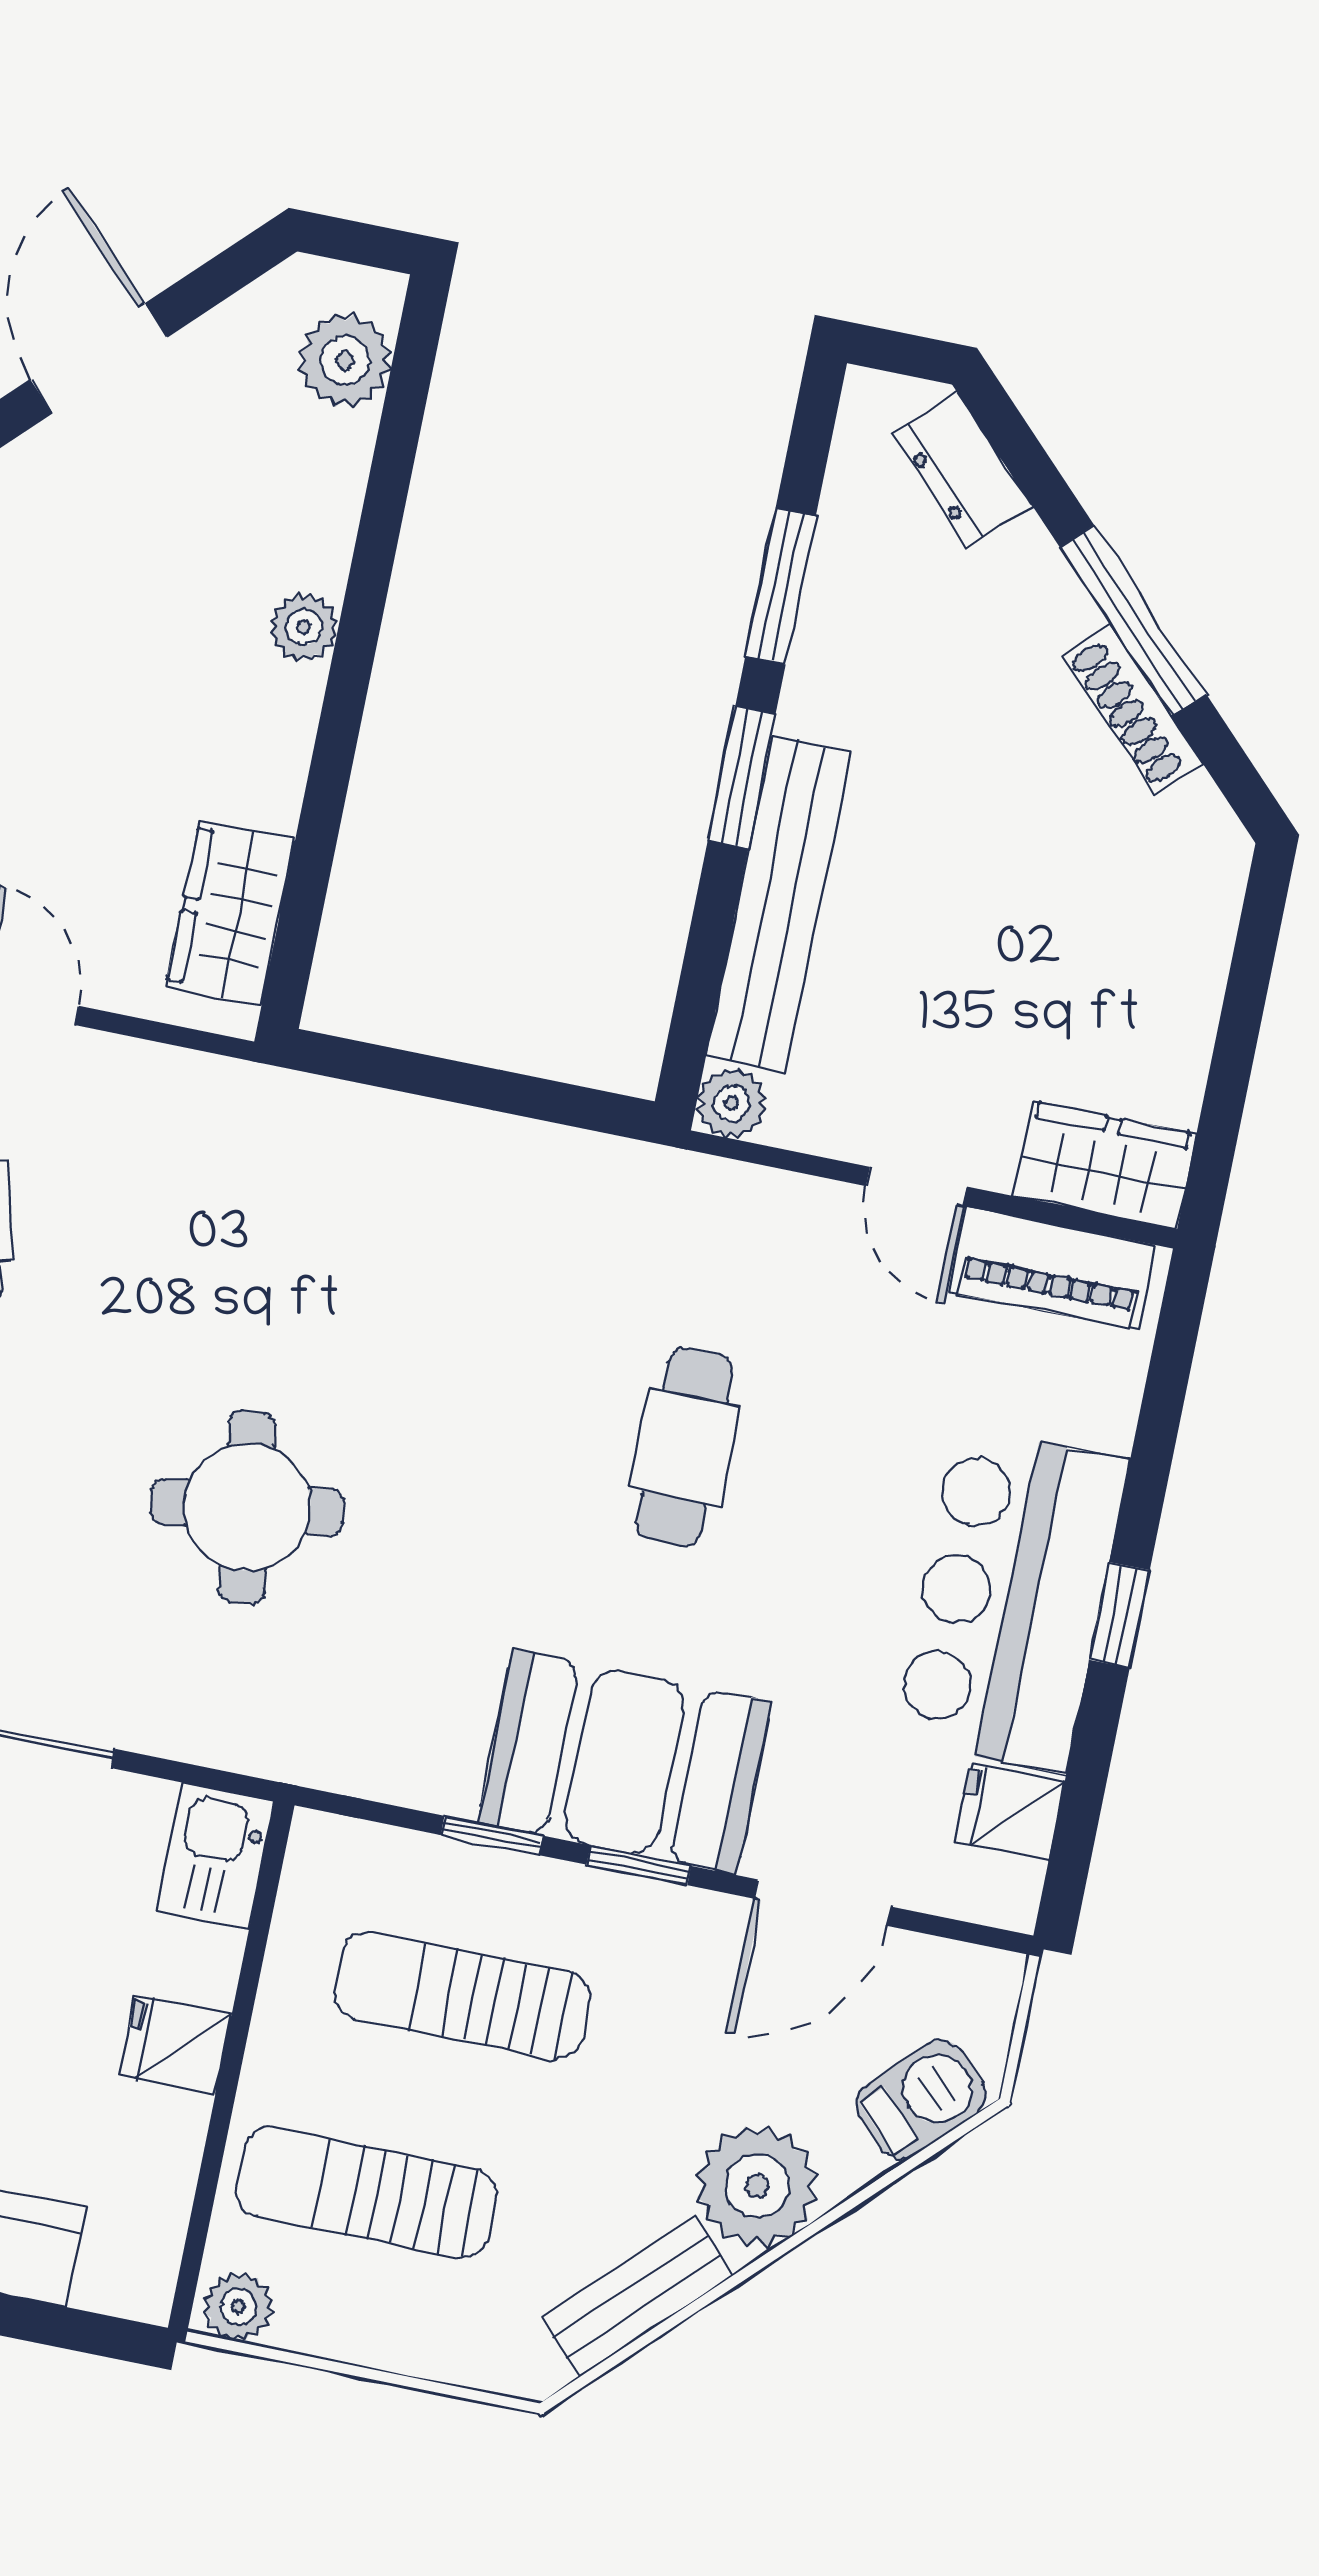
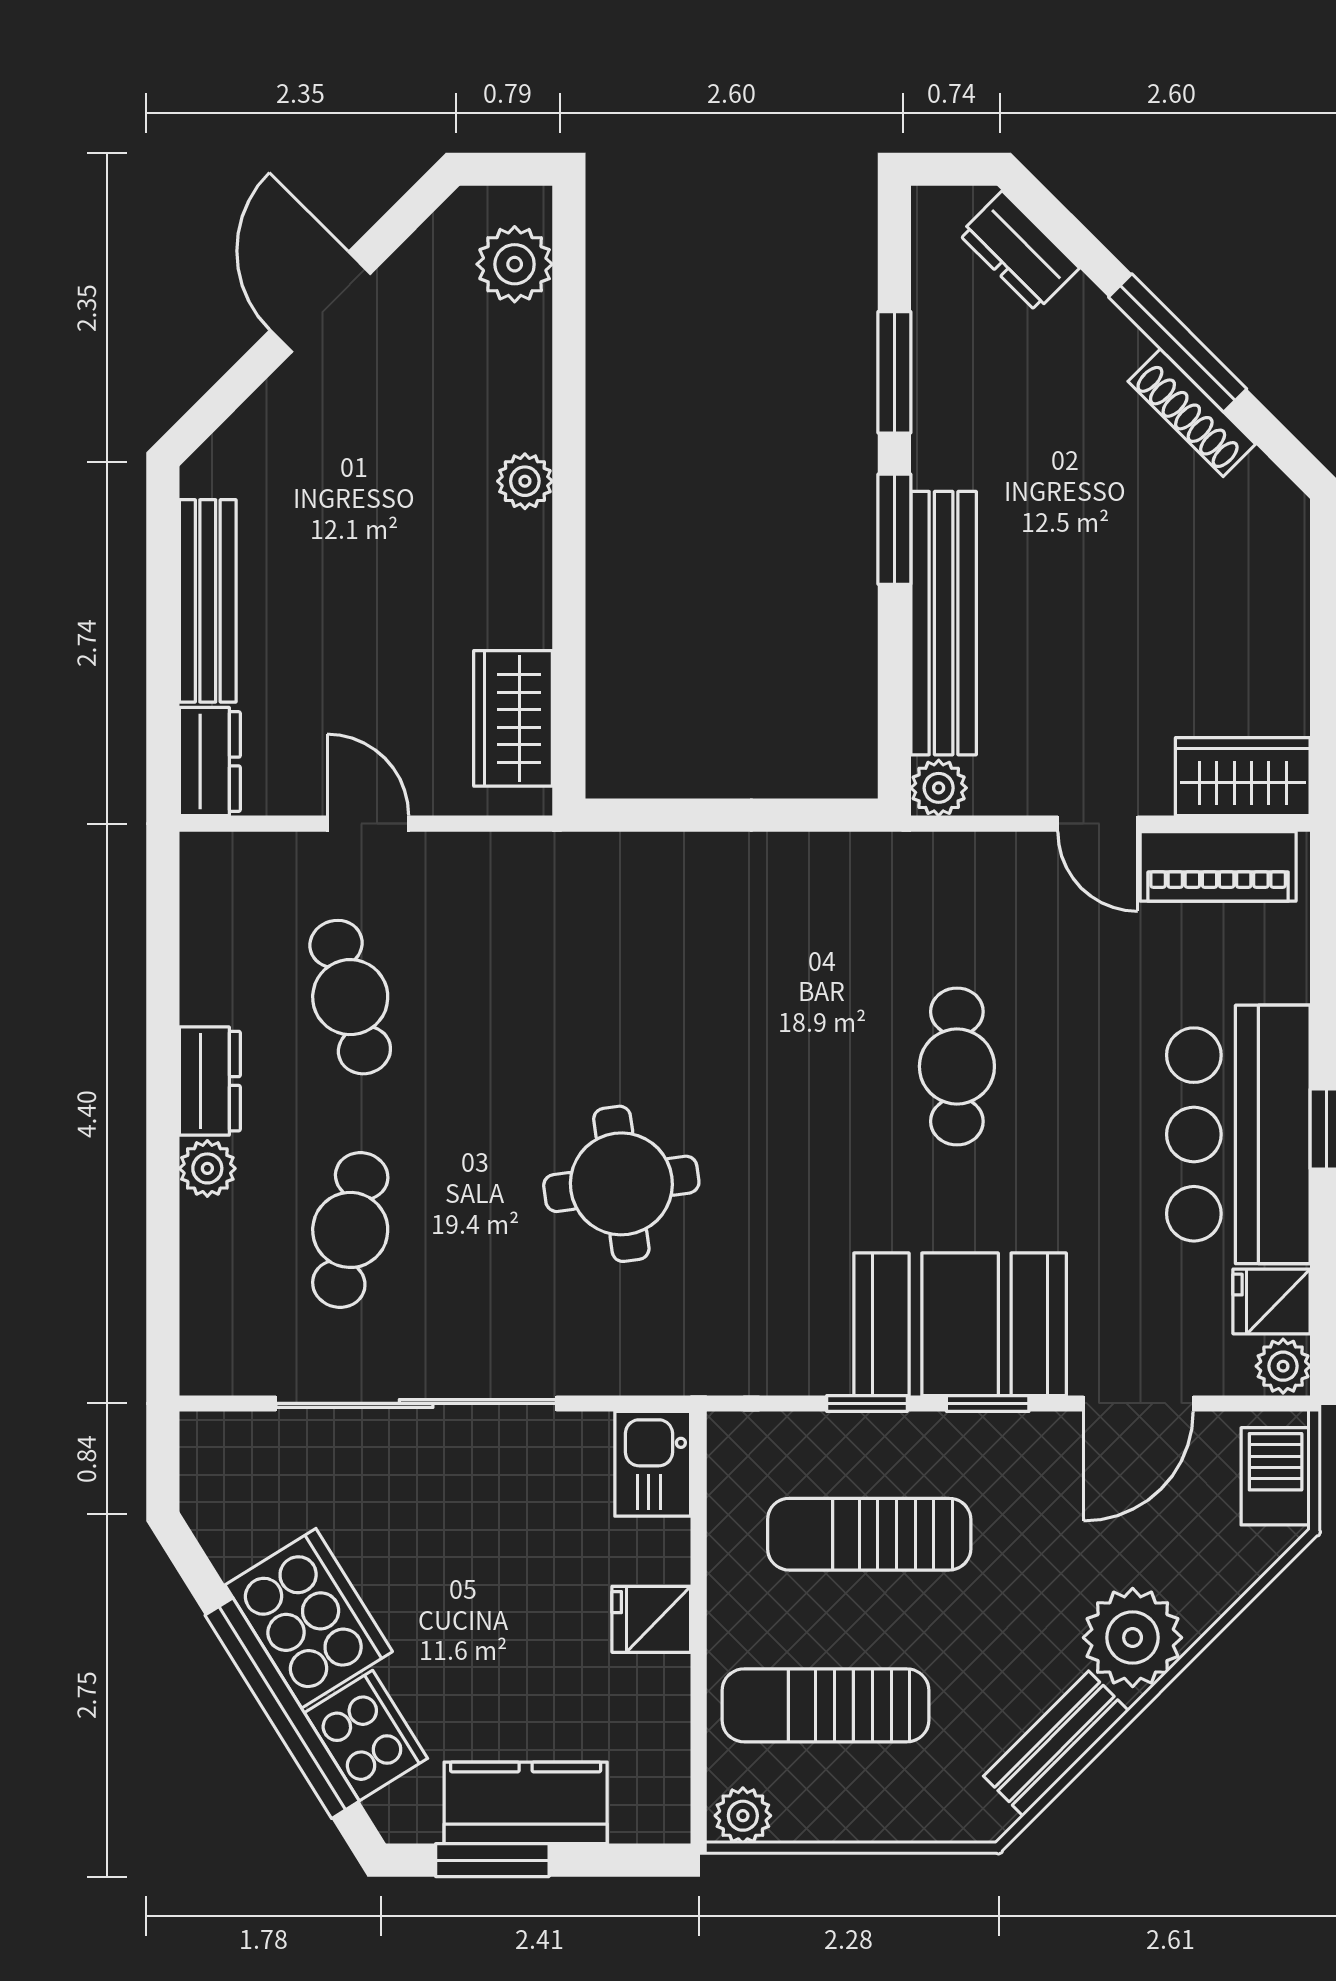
plant: (1008, 1893) -> (1283, 1366), added
barbecue: (921, 2100) -> (1276, 1476), moved, turned -45

